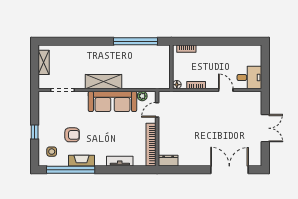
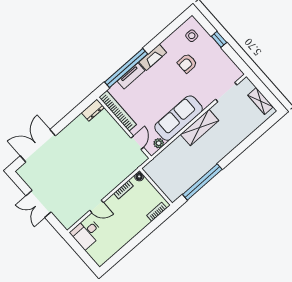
fireplace: (82, 161) -> (153, 57), moved
window: (71, 170) -> (126, 68), moved
double door: (229, 170) -> (38, 146), swing flipped

